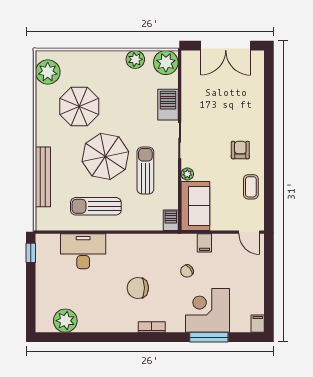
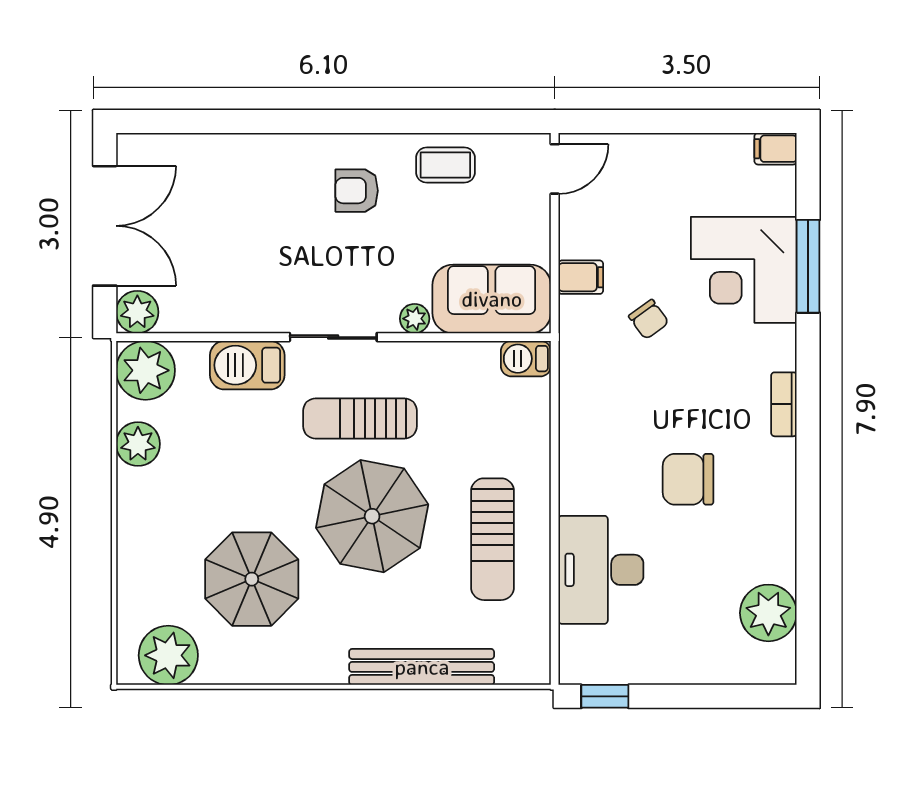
plant: (190, 59) -> (137, 312), added
sun lounger: (145, 171) -> (360, 418), moved
chair: (138, 288) -> (688, 479), moved, turned 90

